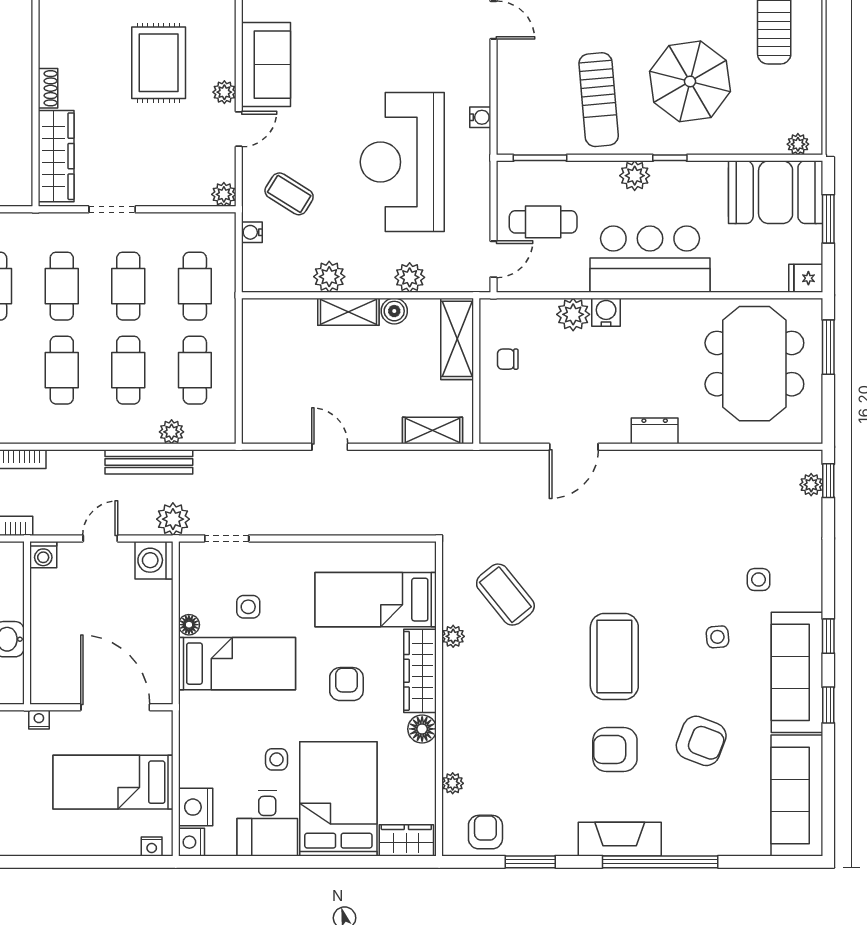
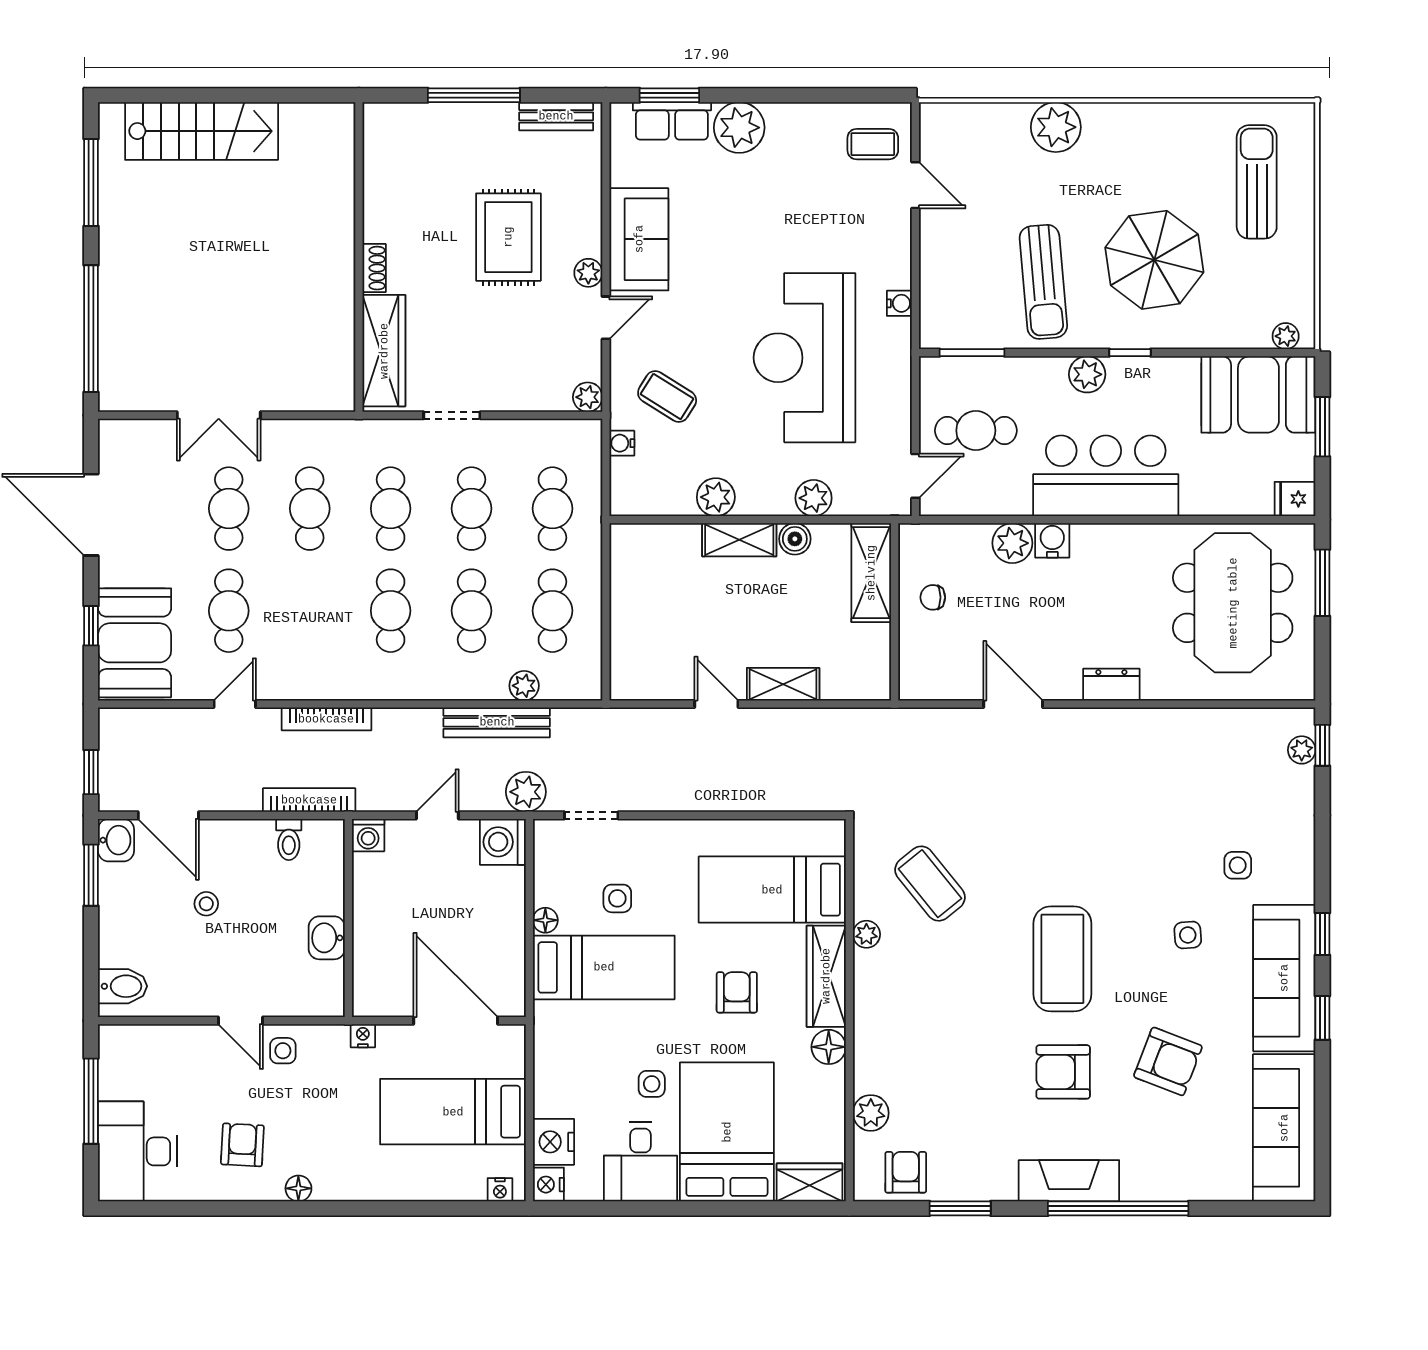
shelving: (432, 431) -> (783, 684), moved
door: (574, 447) -> (1013, 704), swing flipped
plant: (453, 783) -> (871, 1113), width x1.38, depth x1.38

